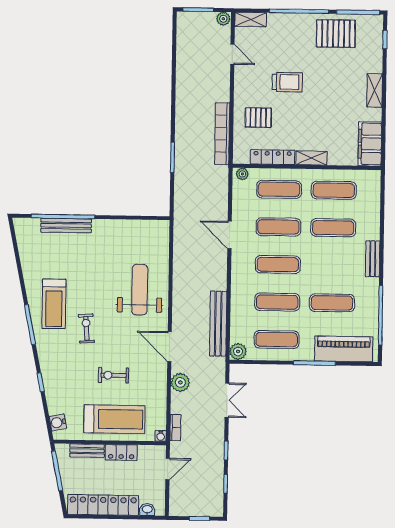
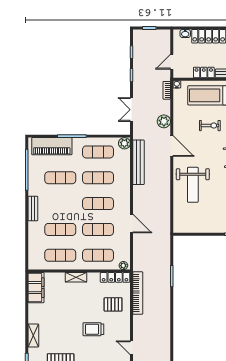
shelving: (375, 90) -> (33, 335), moved
locker: (273, 157) -> (115, 277), moved

